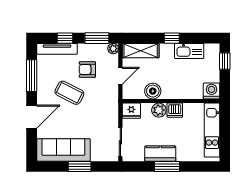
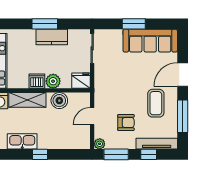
shelving: (141, 51) -> (27, 100), moved
coffee table: (69, 93) -> (156, 103), moved, turned 63

